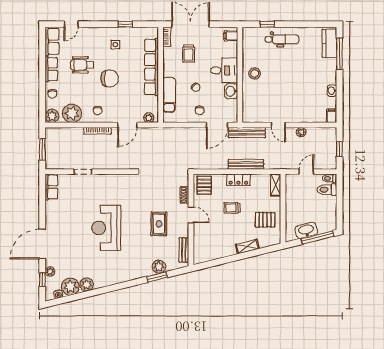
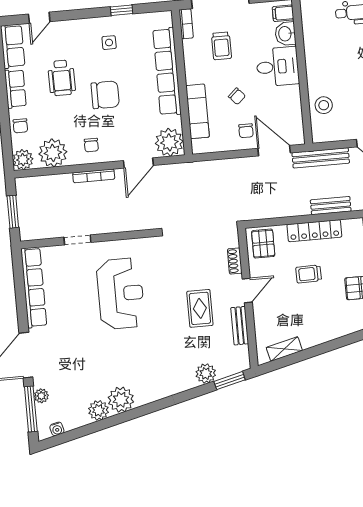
wheelchair: (82, 65) -> (62, 78), turned -90
stool: (255, 73) -> (324, 105), moved
washbasin: (231, 91) -> (285, 34), moved
plant: (149, 118) -> (169, 142), width x1.87, depth x1.87
door: (217, 125) -> (274, 151), swing flipped
bench: (246, 164) -> (331, 206), width x0.73
locker: (238, 180) -> (314, 231), width x1.53
row of seats: (51, 187) -> (34, 288), width x2.02
door: (191, 215) -> (247, 290), hinge flipped
reception desk: (106, 228) -> (121, 294), moved, turned 180
shelving: (247, 247) -> (284, 349), moved
bench: (184, 250) -> (240, 326), moved
window: (157, 277) -> (230, 381), moved
window: (42, 280) -> (31, 409), width x2.17
plant: (70, 287) -> (121, 400), moved

